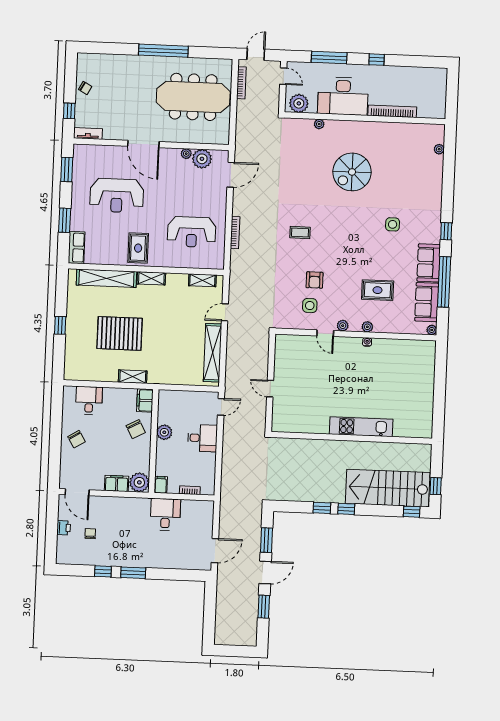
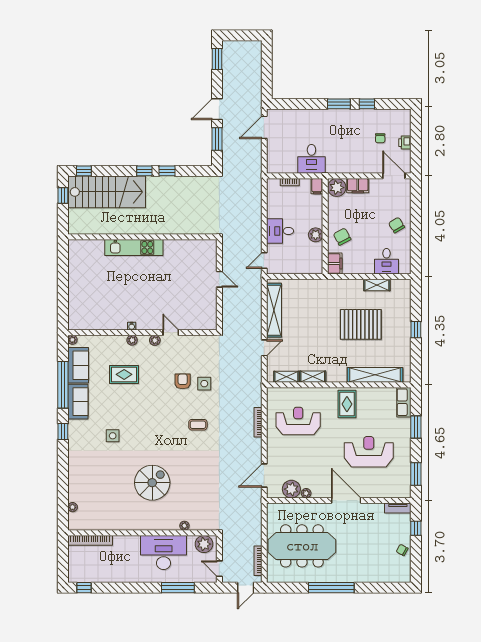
window: (377, 60) -> (84, 588), moved
bookcase: (392, 111) -> (90, 540), moved
shelving: (151, 278) -> (313, 377), moved
side table: (310, 306) -> (204, 384), moved
shelving: (133, 377) -> (377, 285), moved
window: (264, 607) -> (217, 59), moved

